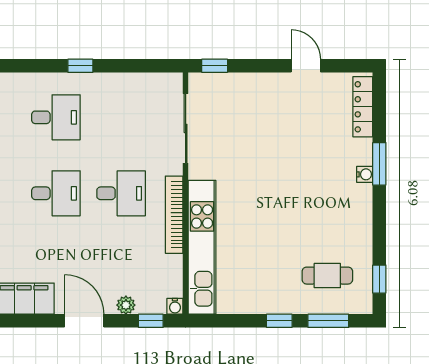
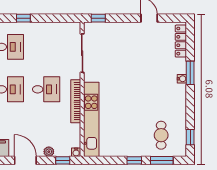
cafe table: (327, 276) -> (161, 135), turned 90

